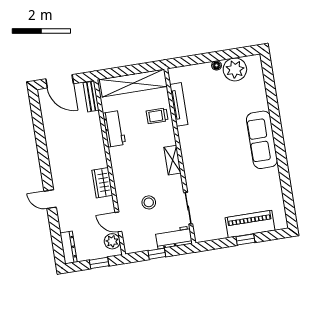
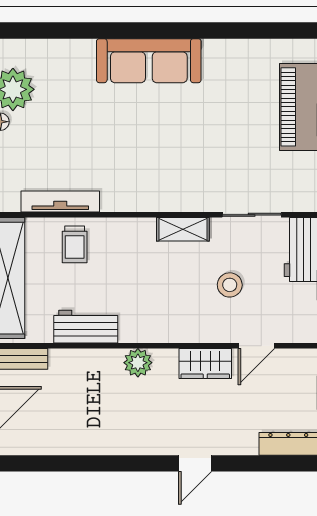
shelving: (173, 160) -> (183, 229), moved
wardrobe: (102, 183) -> (205, 364), moved
plant: (112, 241) -> (138, 363), moved

